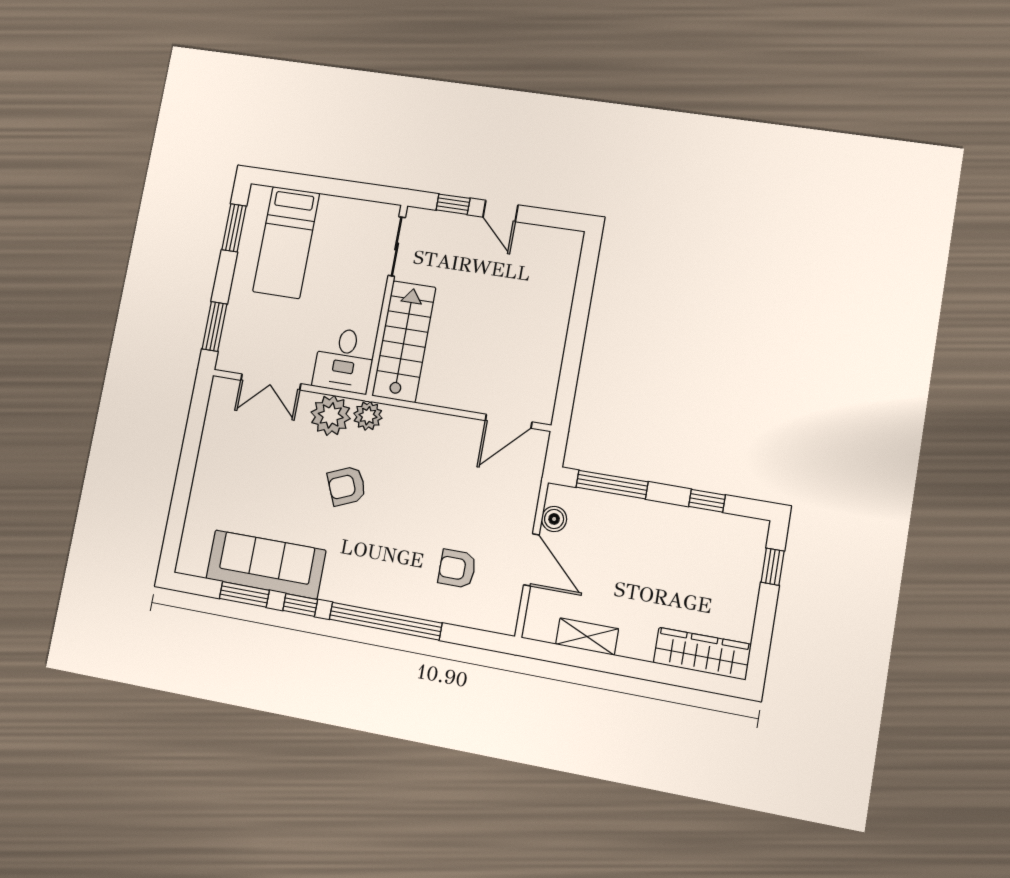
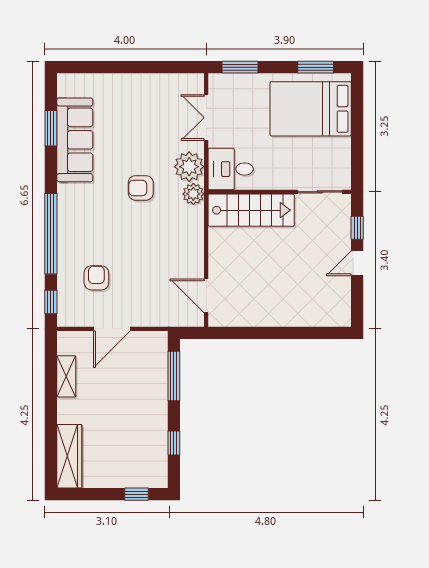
bed: (286, 242) -> (311, 109), width x1.50
armchair: (347, 486) -> (141, 188), turned -67
boiler: (554, 519) -> (143, 340), removed
window: (300, 605) -> (51, 302), moved

